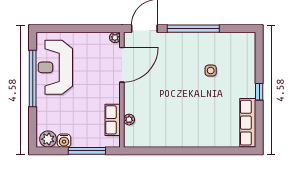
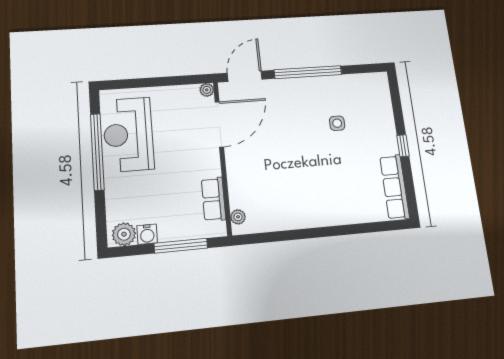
plant: (129, 120) -> (238, 217), moved

